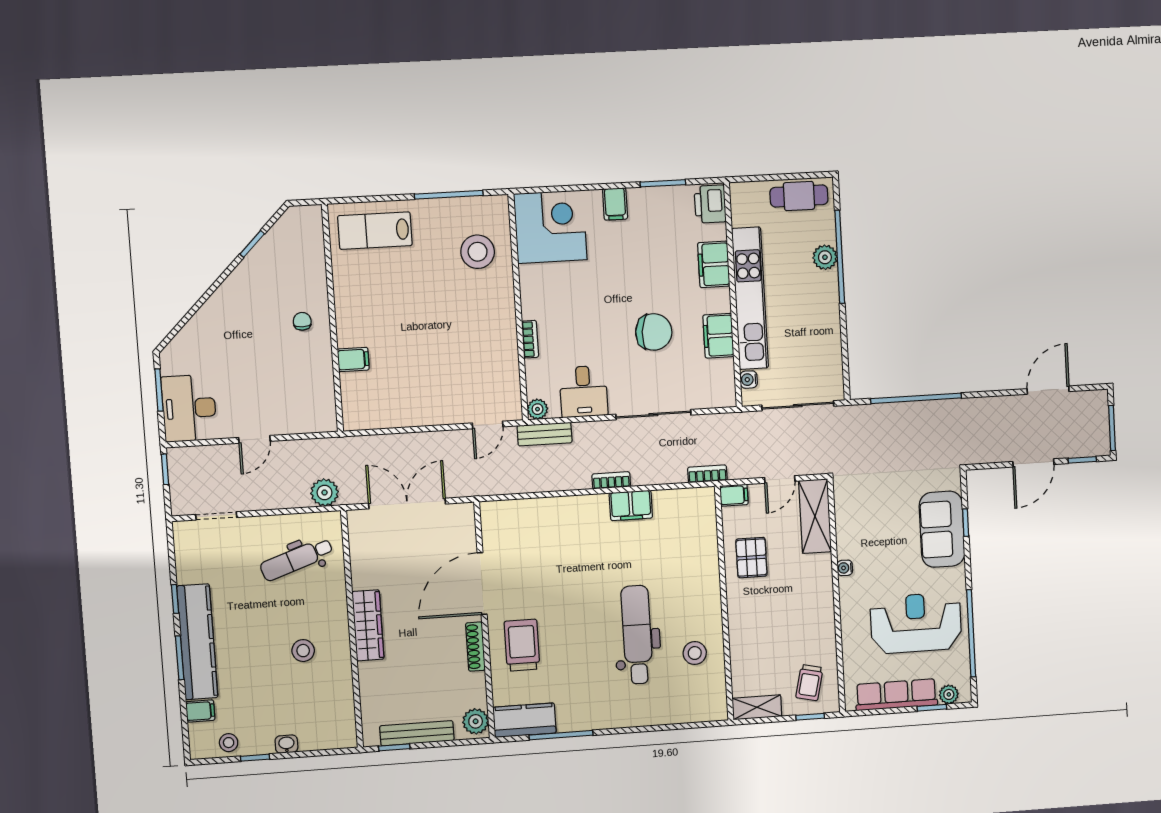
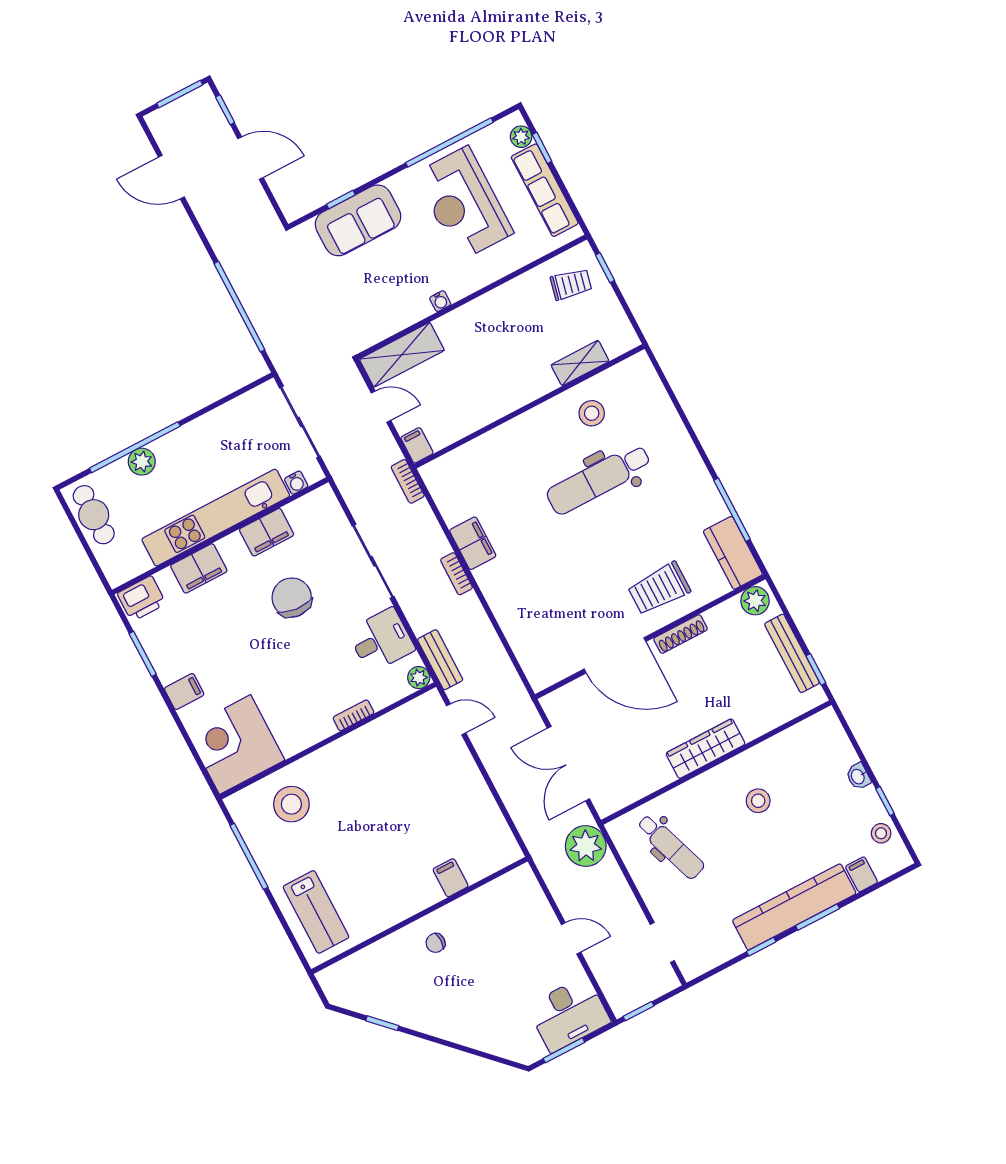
plant: (325, 493) -> (586, 846), width x1.36, depth x1.36
pallet: (751, 558) -> (471, 400), removed
shelving: (757, 707) -> (580, 363), moved, turned 90

